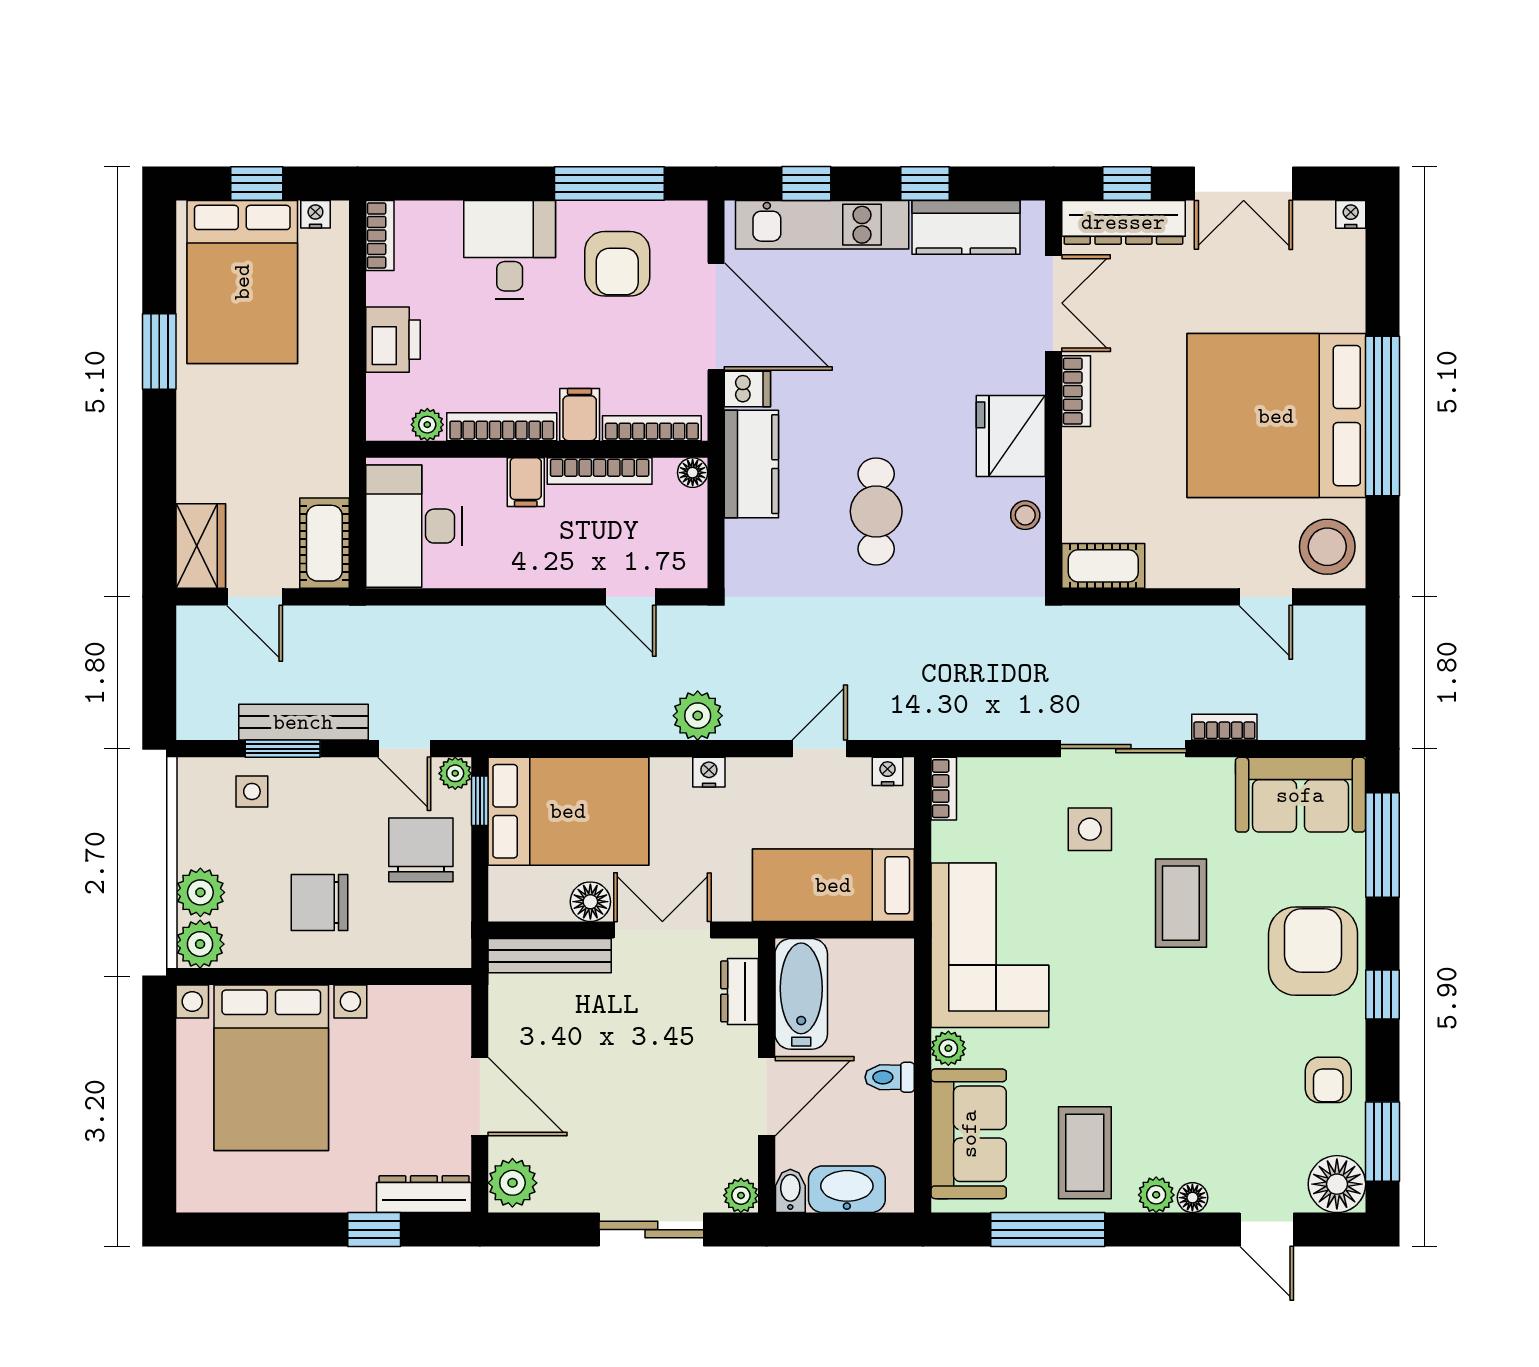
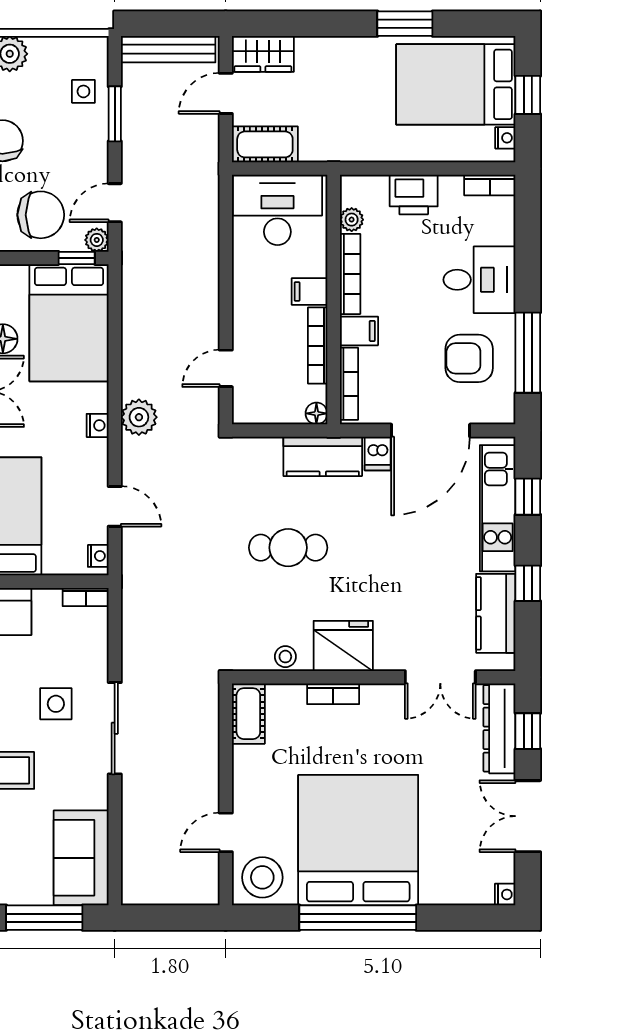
bookcase: (1076, 391) -> (333, 694), moved
bench: (303, 722) -> (168, 49), moved, turned 90
bookcase: (1224, 727) -> (130, 802), removed

